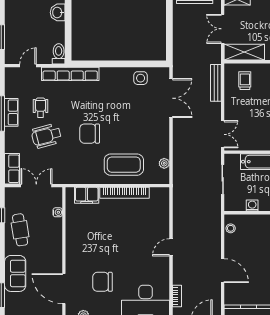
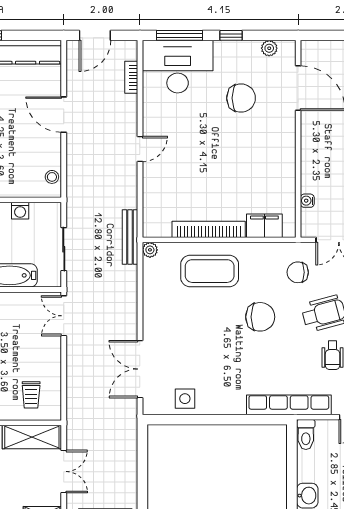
bench: (216, 83) -> (130, 237), moved
plant: (164, 163) -> (150, 250), moved
chair: (64, 164) -> (298, 272), added

